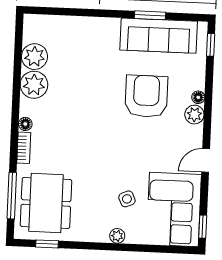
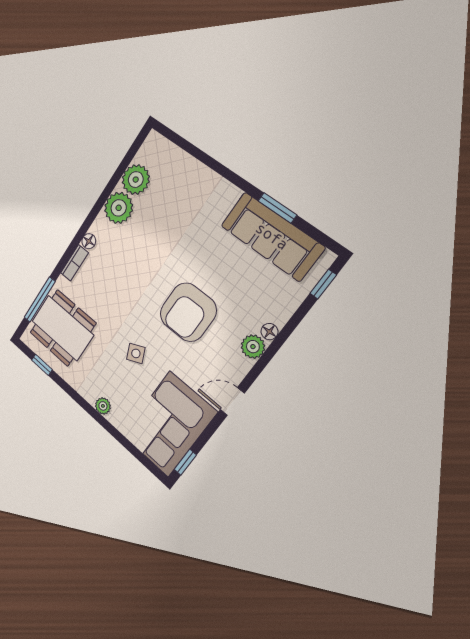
armchair: (146, 96) -> (188, 312), moved, turned 180
side table: (127, 199) -> (136, 353), moved
dining table: (46, 203) -> (63, 328), turned 90

